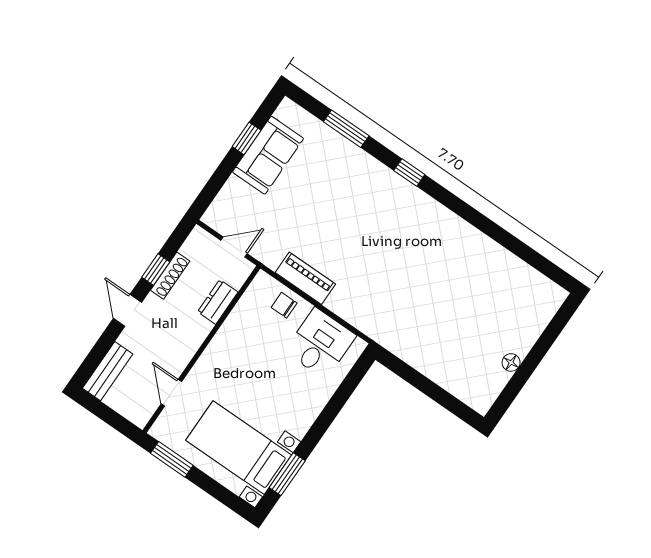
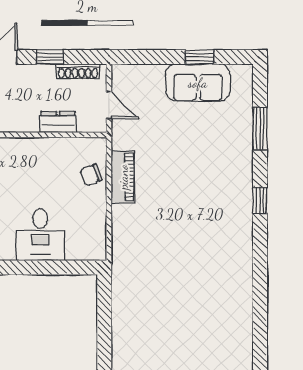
shoe rack: (170, 276) -> (78, 71), moved
chair: (284, 305) -> (91, 175), turned -110
desk: (320, 343) -> (40, 235), moved, turned 90

